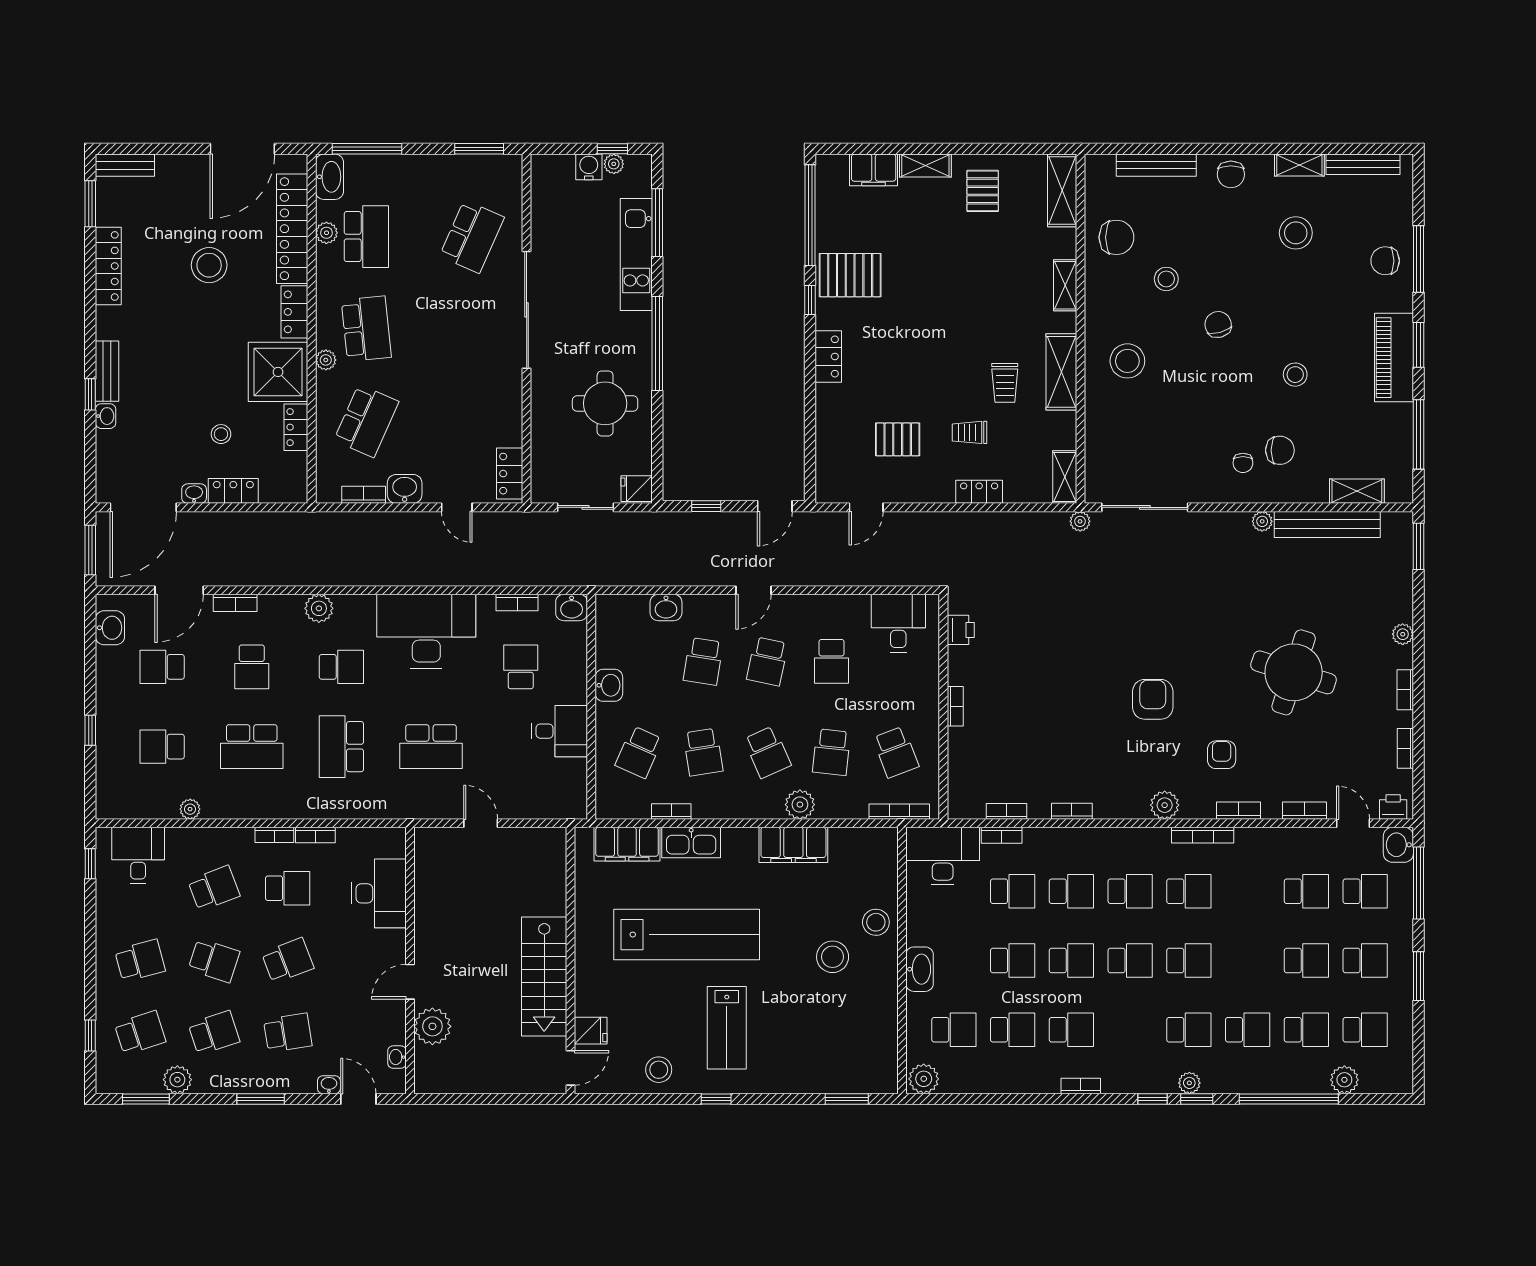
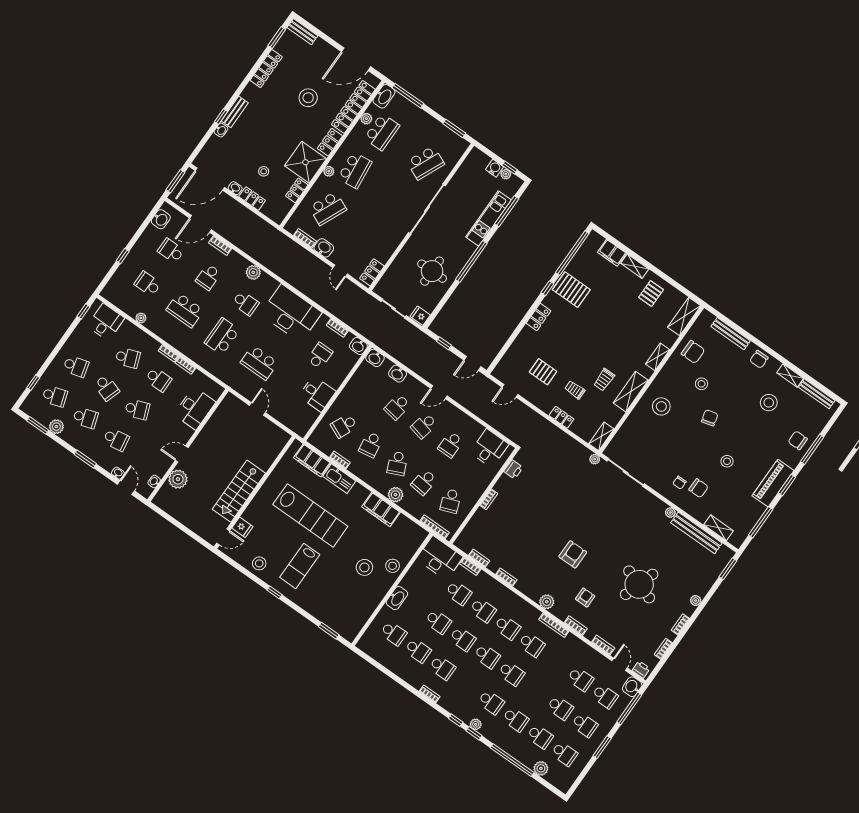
washbasin: (609, 685) -> (375, 358), moved, turned 90
plant: (924, 1079) -> (367, 645), removed

